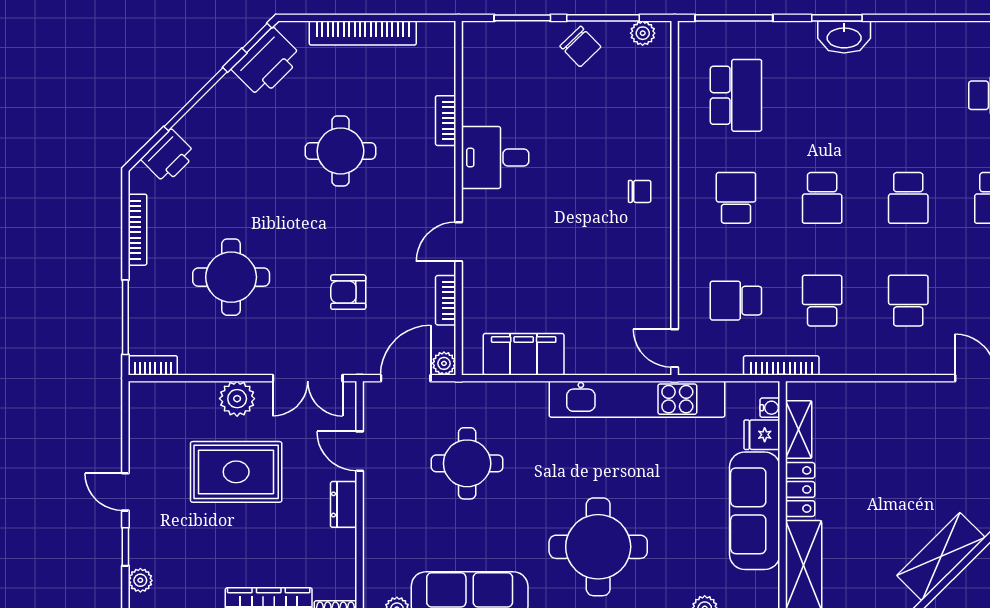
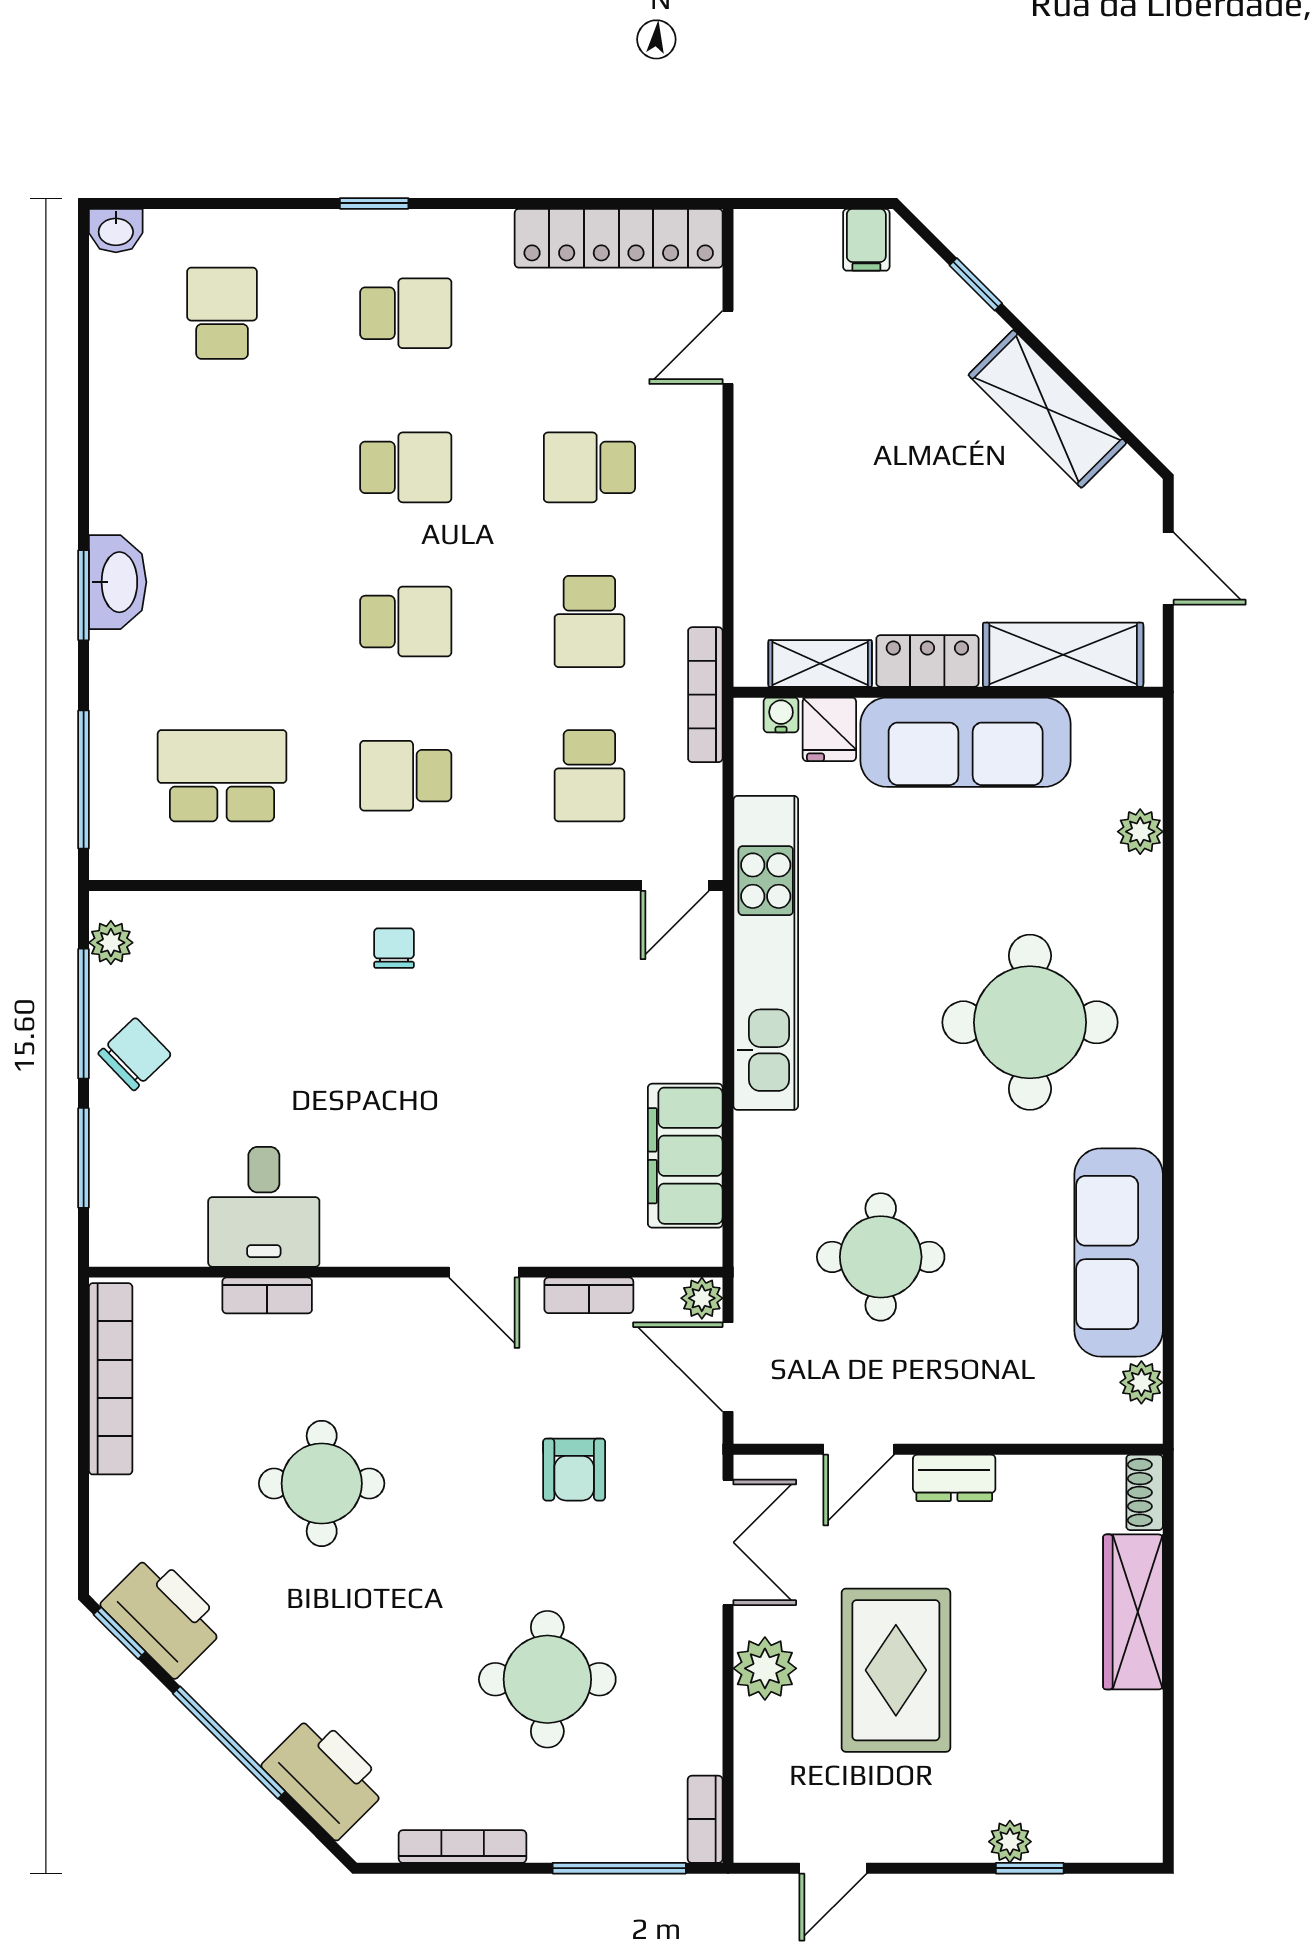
bookcase: (363, 33) -> (111, 1379), moved
printer: (168, 156) -> (326, 1776), width x1.37, depth x1.19
desk: (495, 157) -> (264, 1207), moved
school desk: (822, 301) -> (589, 622), turned -90
door: (125, 492) -> (833, 1868), moved
plant: (140, 580) -> (1010, 1842), moved

